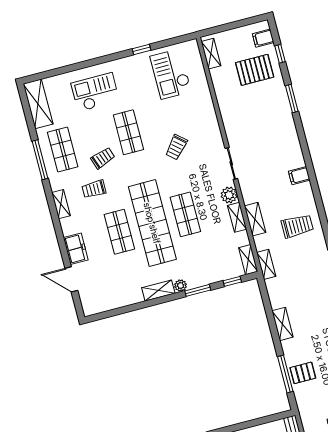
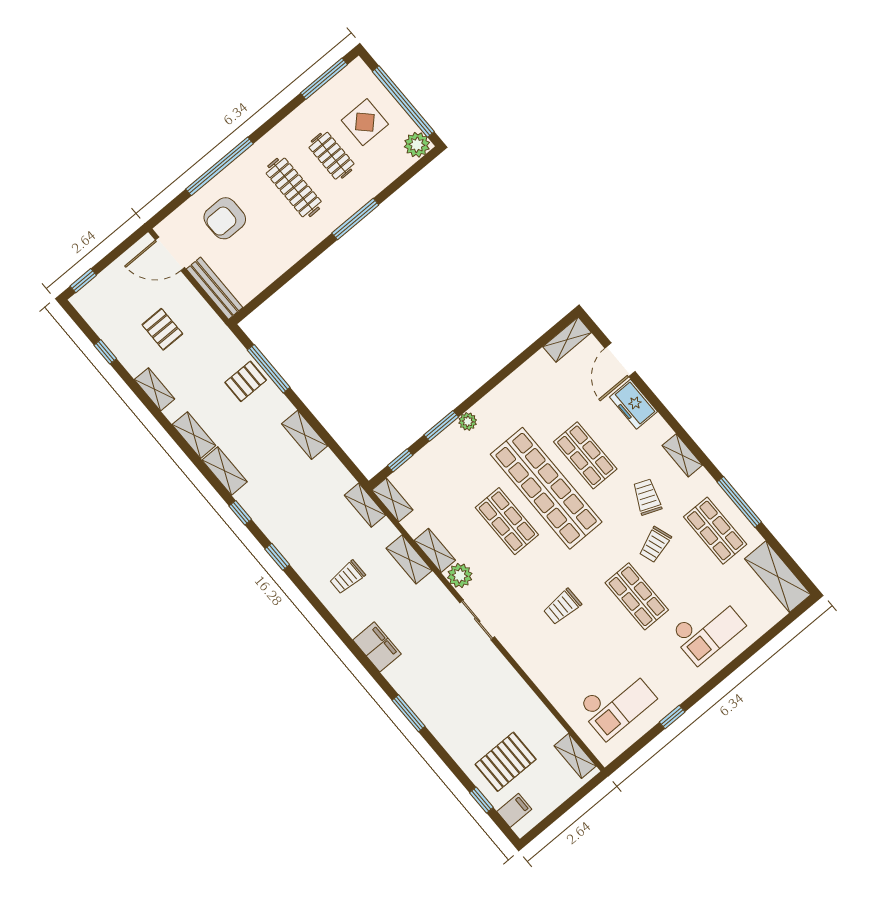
checkout: (171, 74) -> (617, 702), turned 90
window: (292, 98) -> (409, 713), moved
trolley: (176, 147) -> (562, 607), turned -131
filing cabinet: (299, 176) -> (377, 647), width x2.00
trolley: (94, 189) -> (647, 497), turned -68
trolley: (297, 226) -> (347, 577), width x0.73, depth x0.72
door: (71, 279) -> (620, 360), swing flipped
shelving: (158, 291) -> (567, 340), moved

